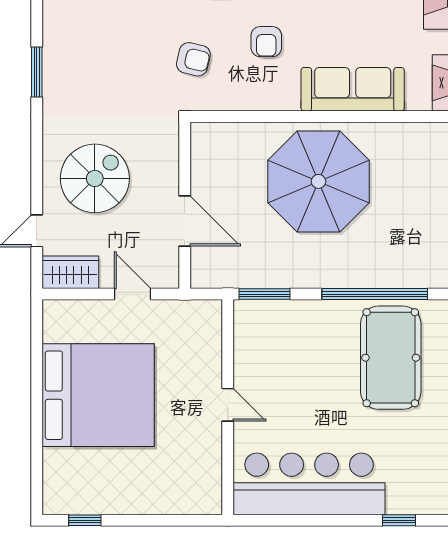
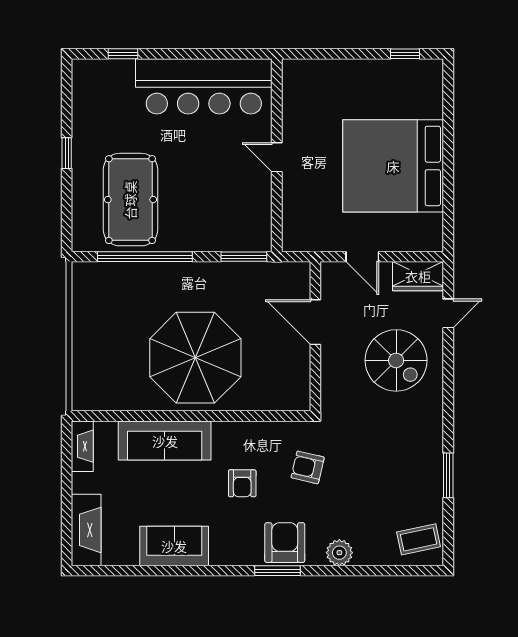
armchair: (266, 42) -> (242, 483), turned 180
window: (37, 72) -> (448, 475), moved
spiral stairs: (95, 178) -> (396, 360), turned -90

